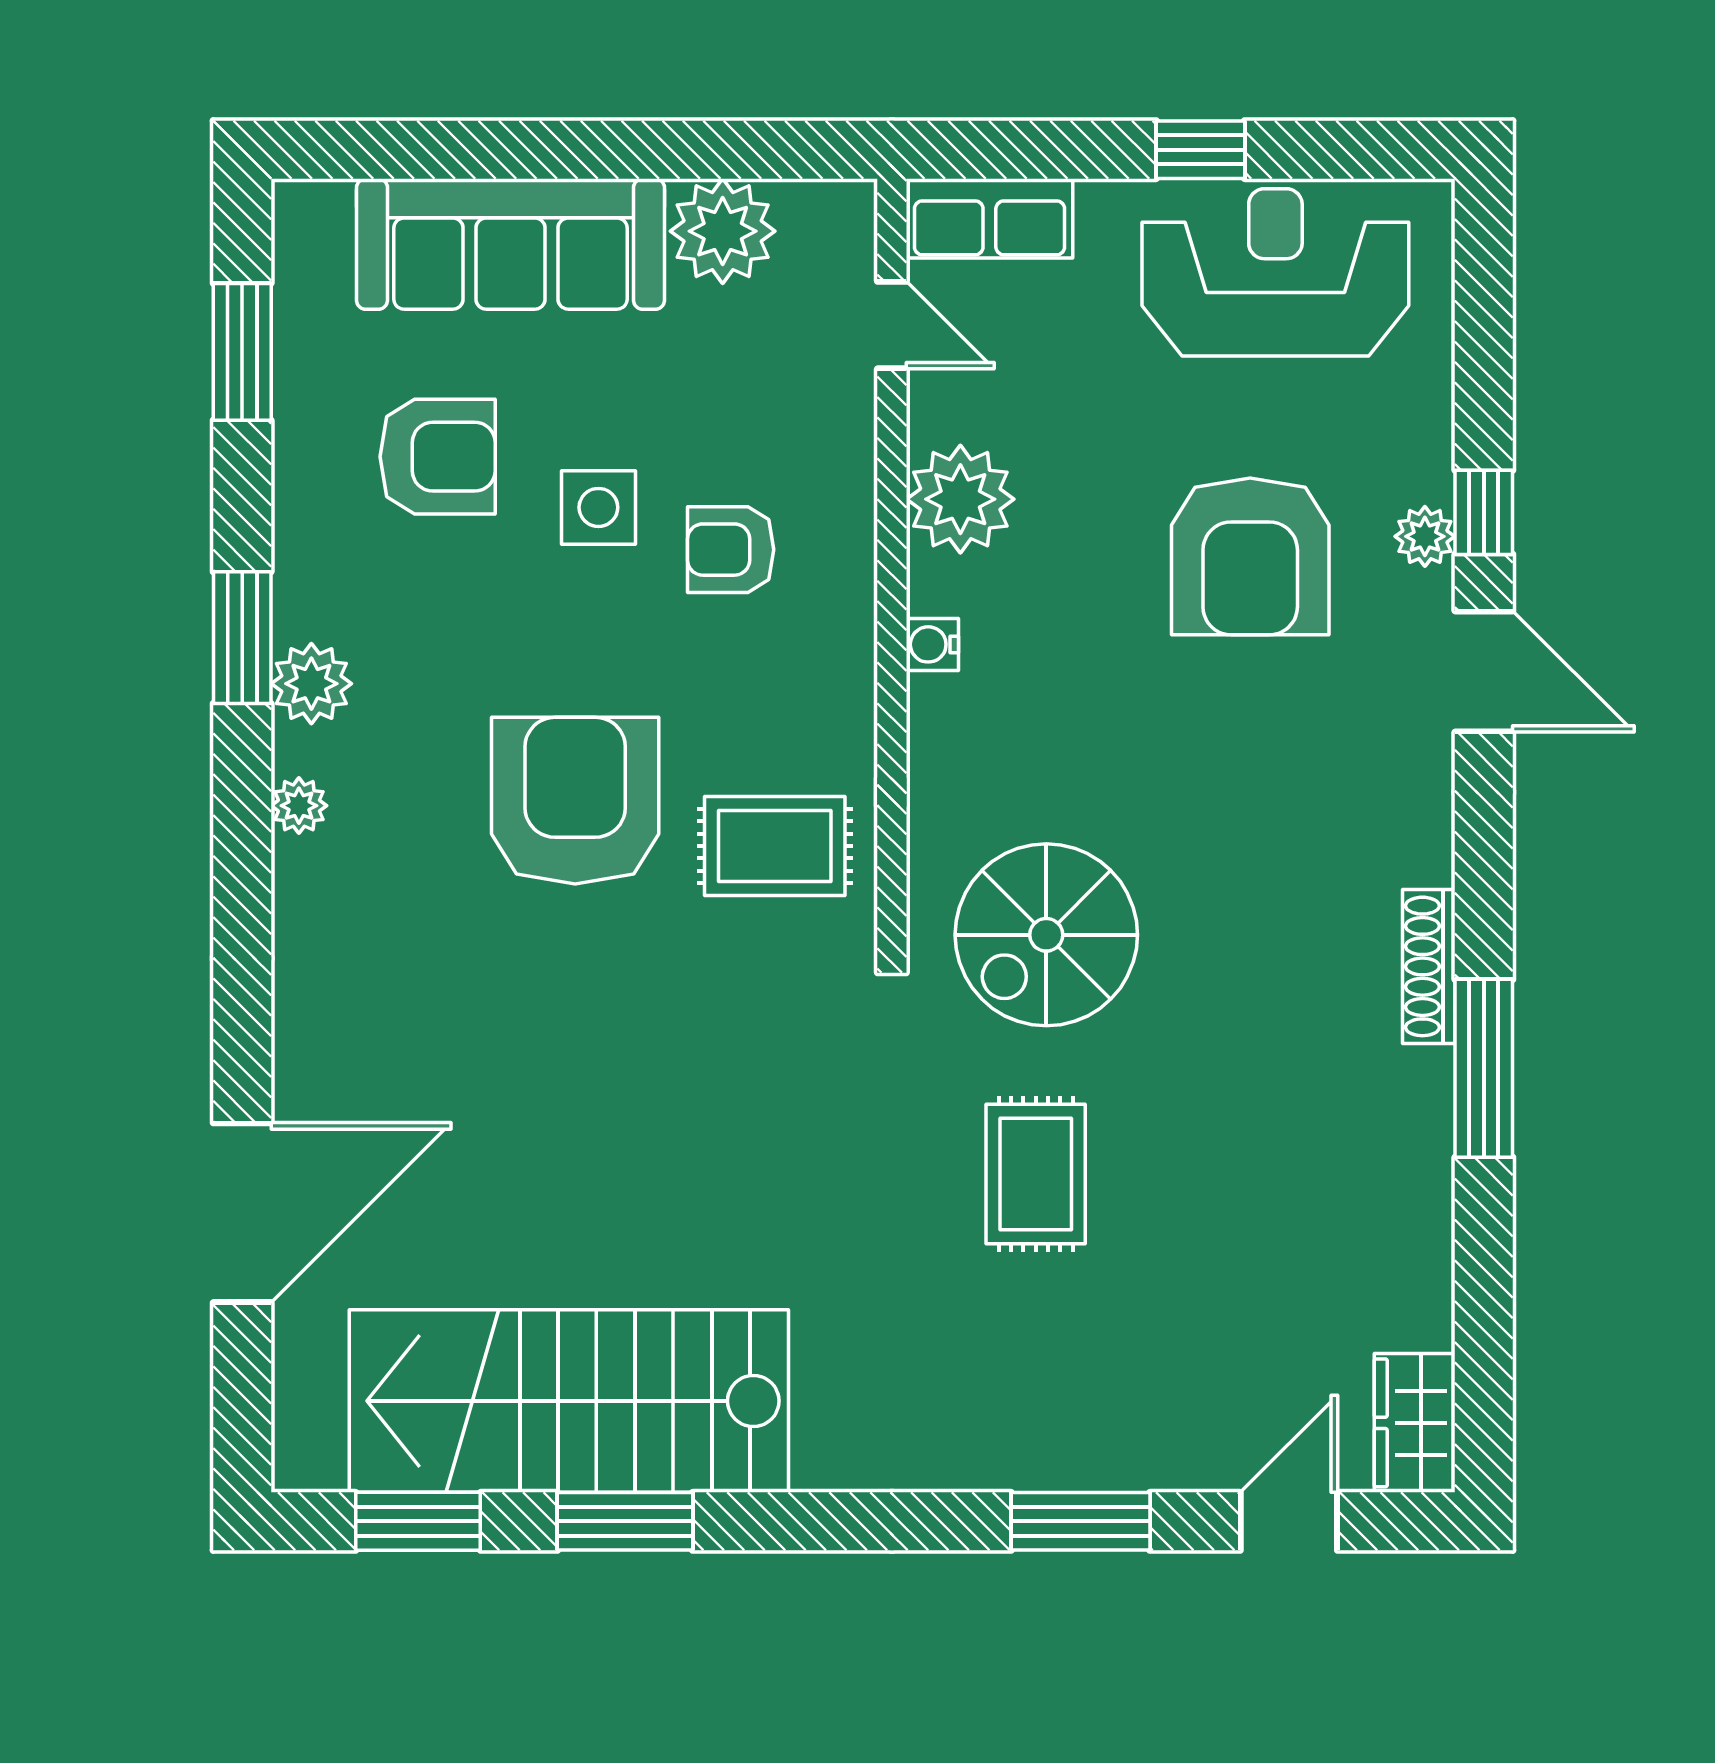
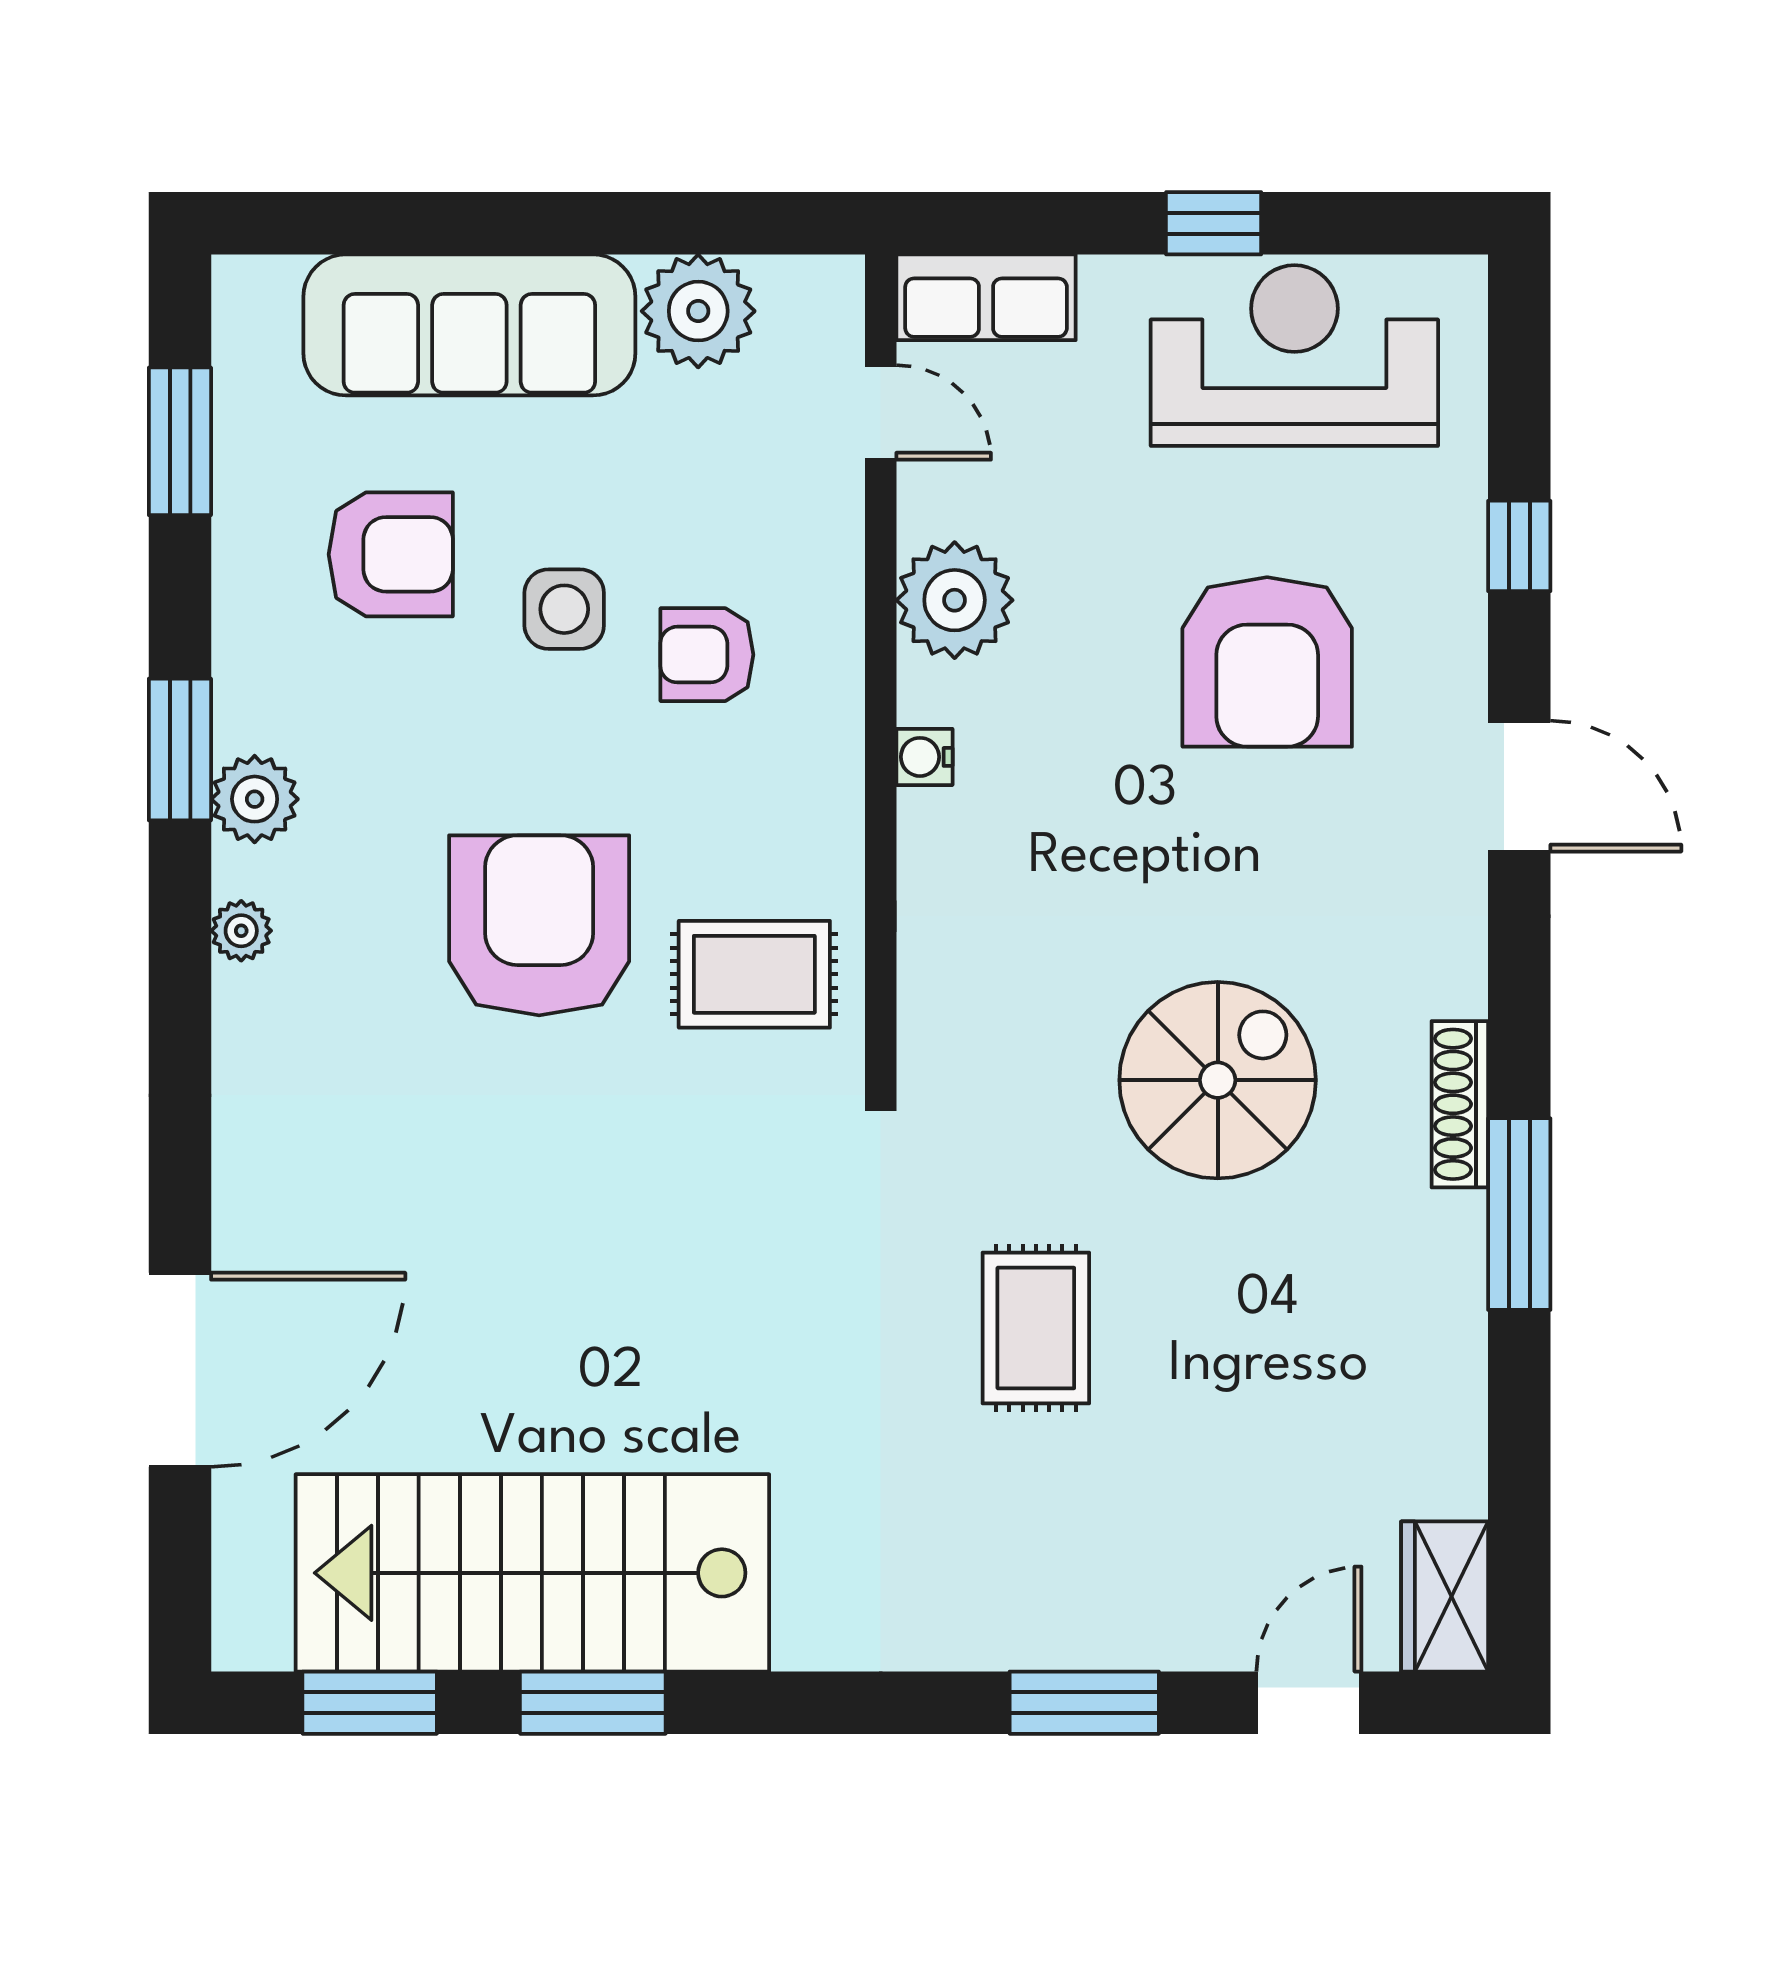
window: (1484, 512) -> (1519, 546), moved
plant: (1425, 536) -> (1456, 640), removed
spiral stairs: (1046, 935) -> (1218, 1080), moved, turned 180

